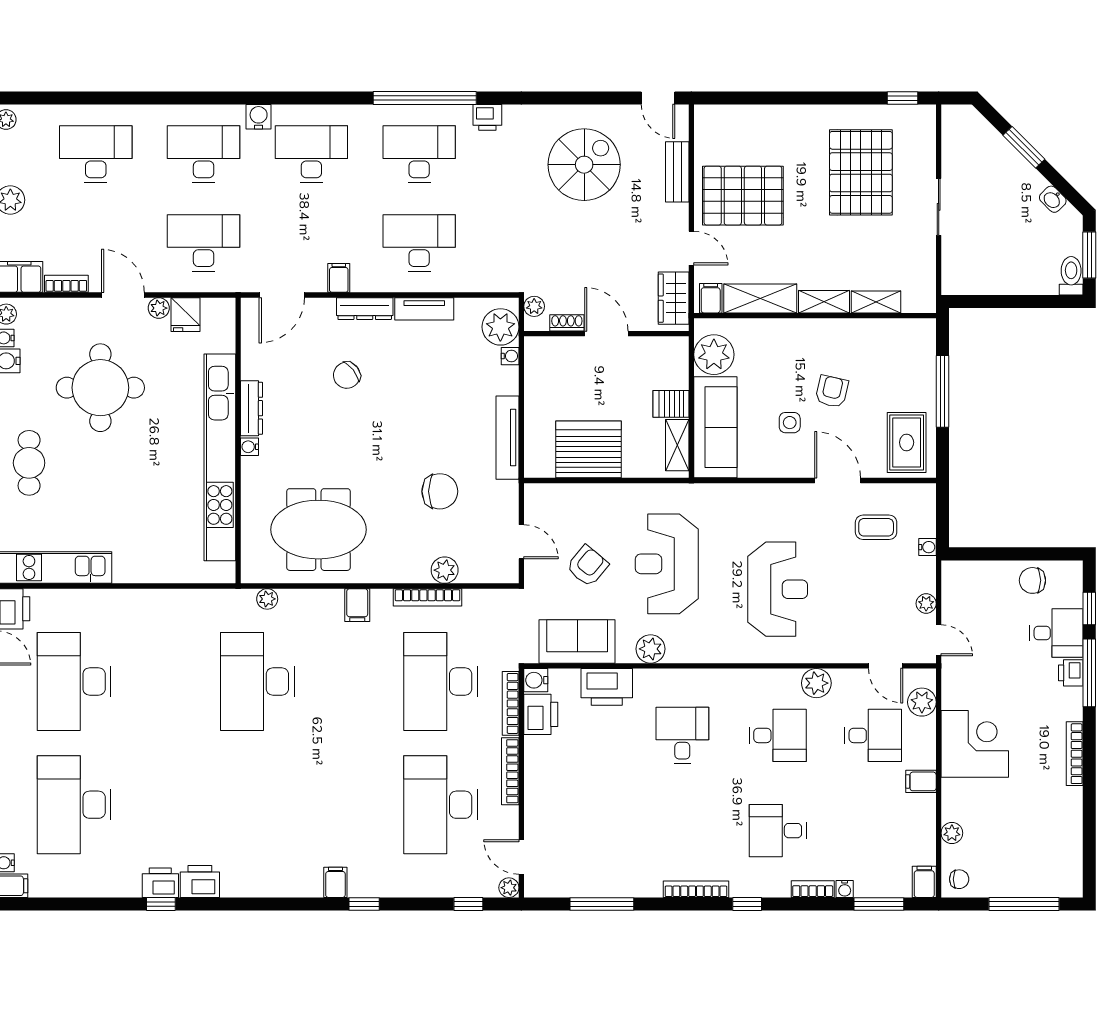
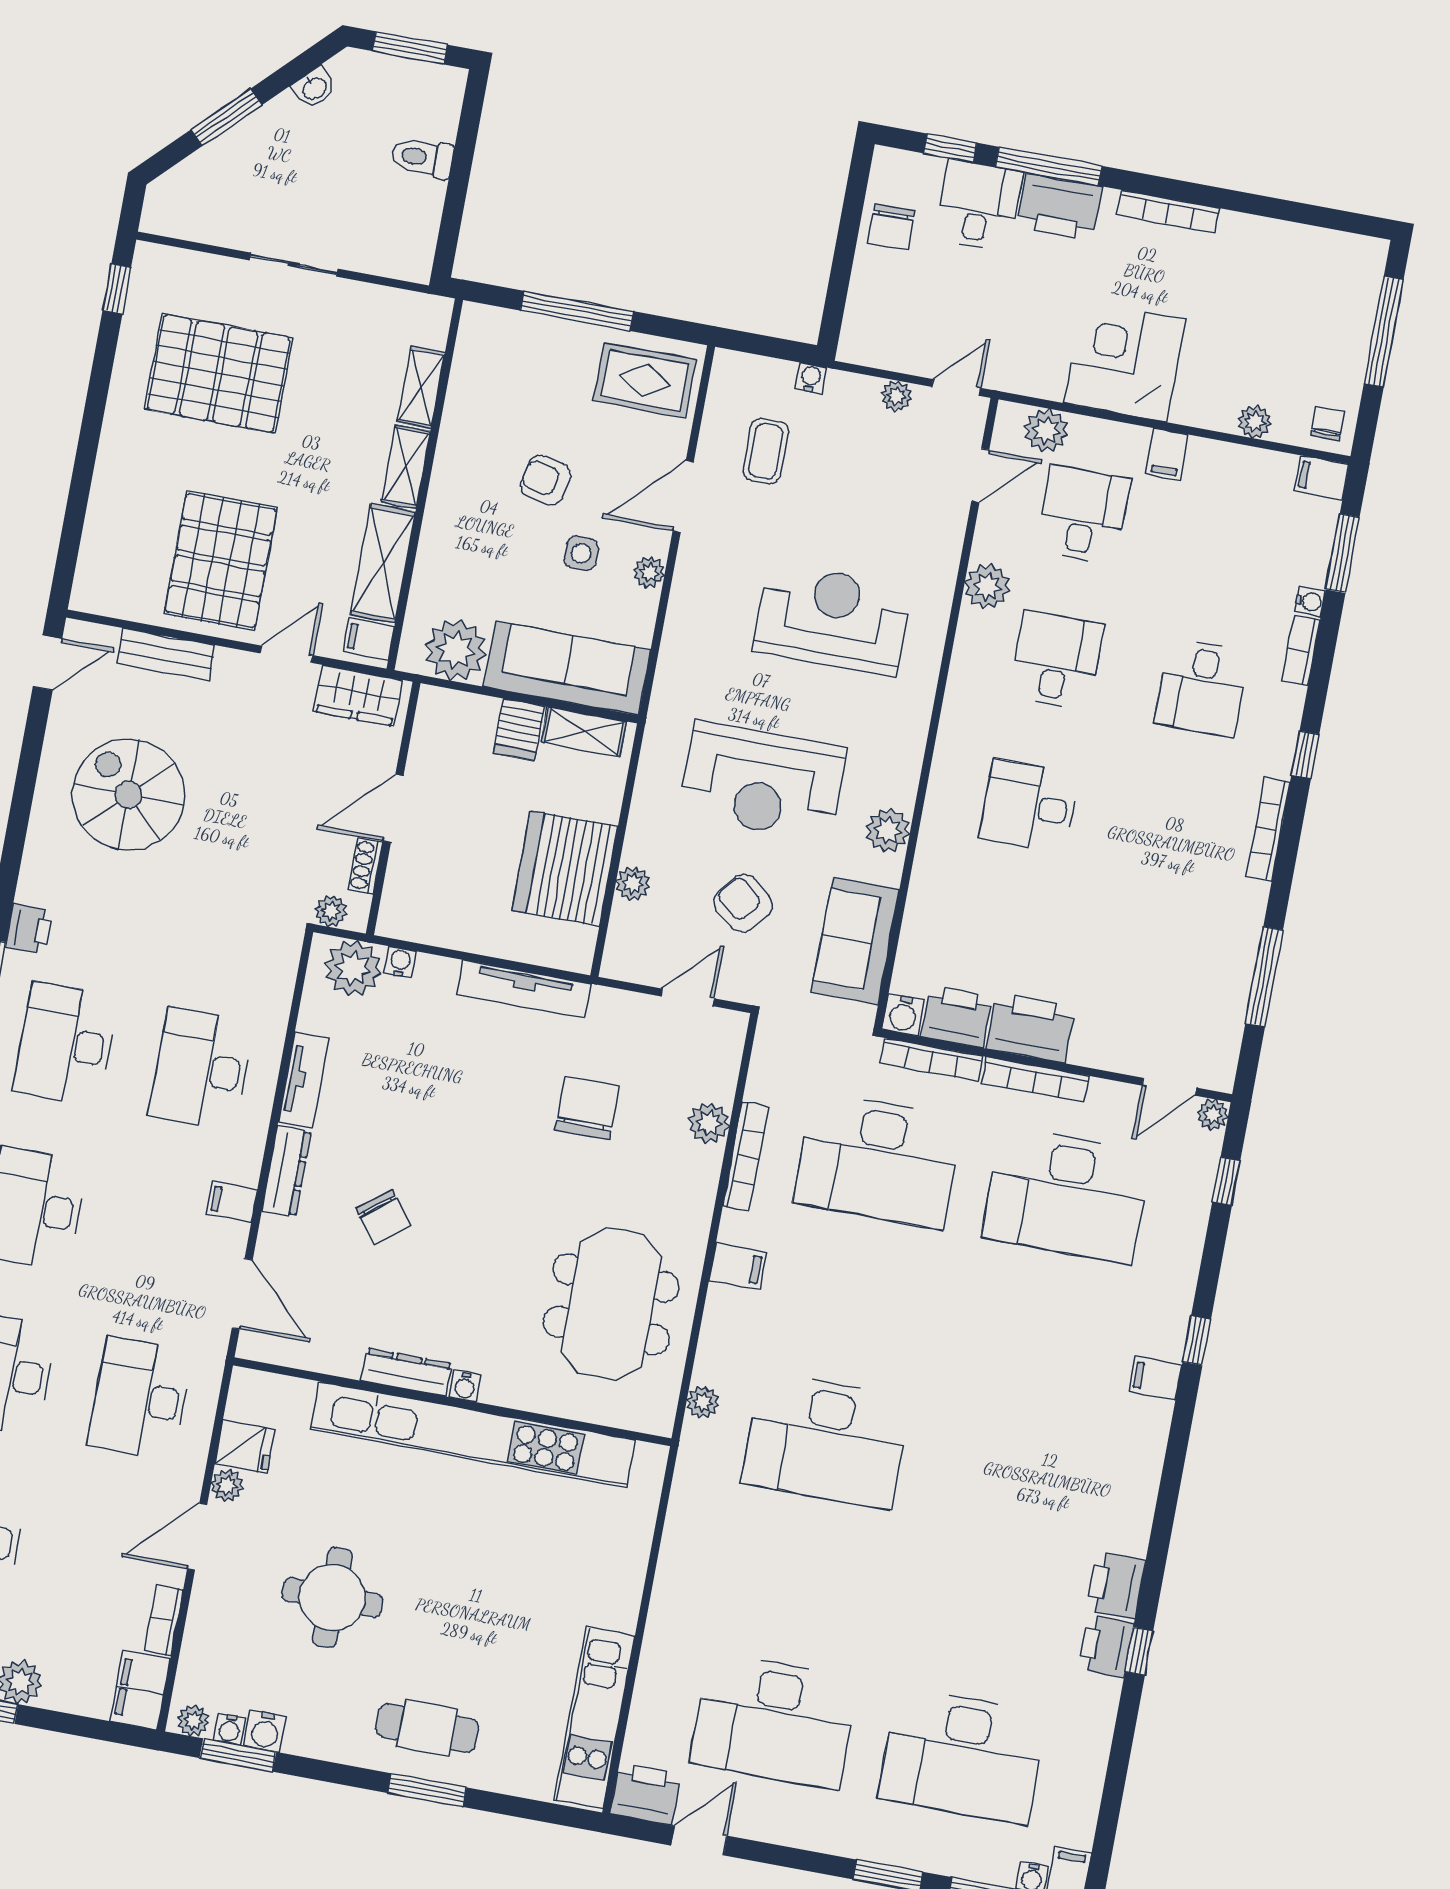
toilet: (1071, 276) -> (422, 158), moved
round table: (100, 388) -> (332, 1598), width x0.73, depth x0.73
plant: (786, 468) -> (649, 572), added
plant: (587, 494) -> (633, 884), added
printer: (1071, 673) -> (1059, 207), width x1.87, depth x1.48
printer: (607, 687) -> (1031, 1028), moved, turned -90

